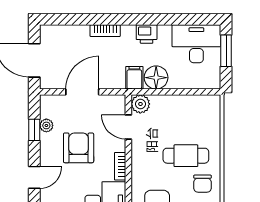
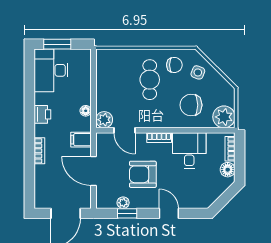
filing cabinet: (134, 78) -> (81, 140), moved
floor lamp: (156, 78) -> (86, 111), width x0.53, depth x0.53
door: (128, 127) -> (124, 130), hinge flipped

